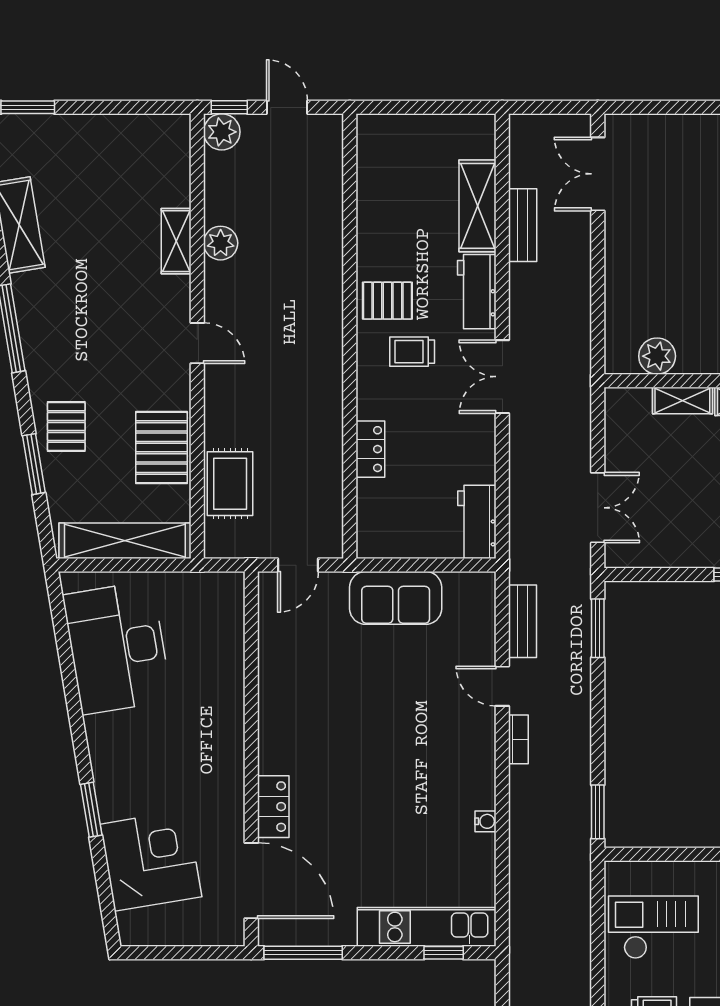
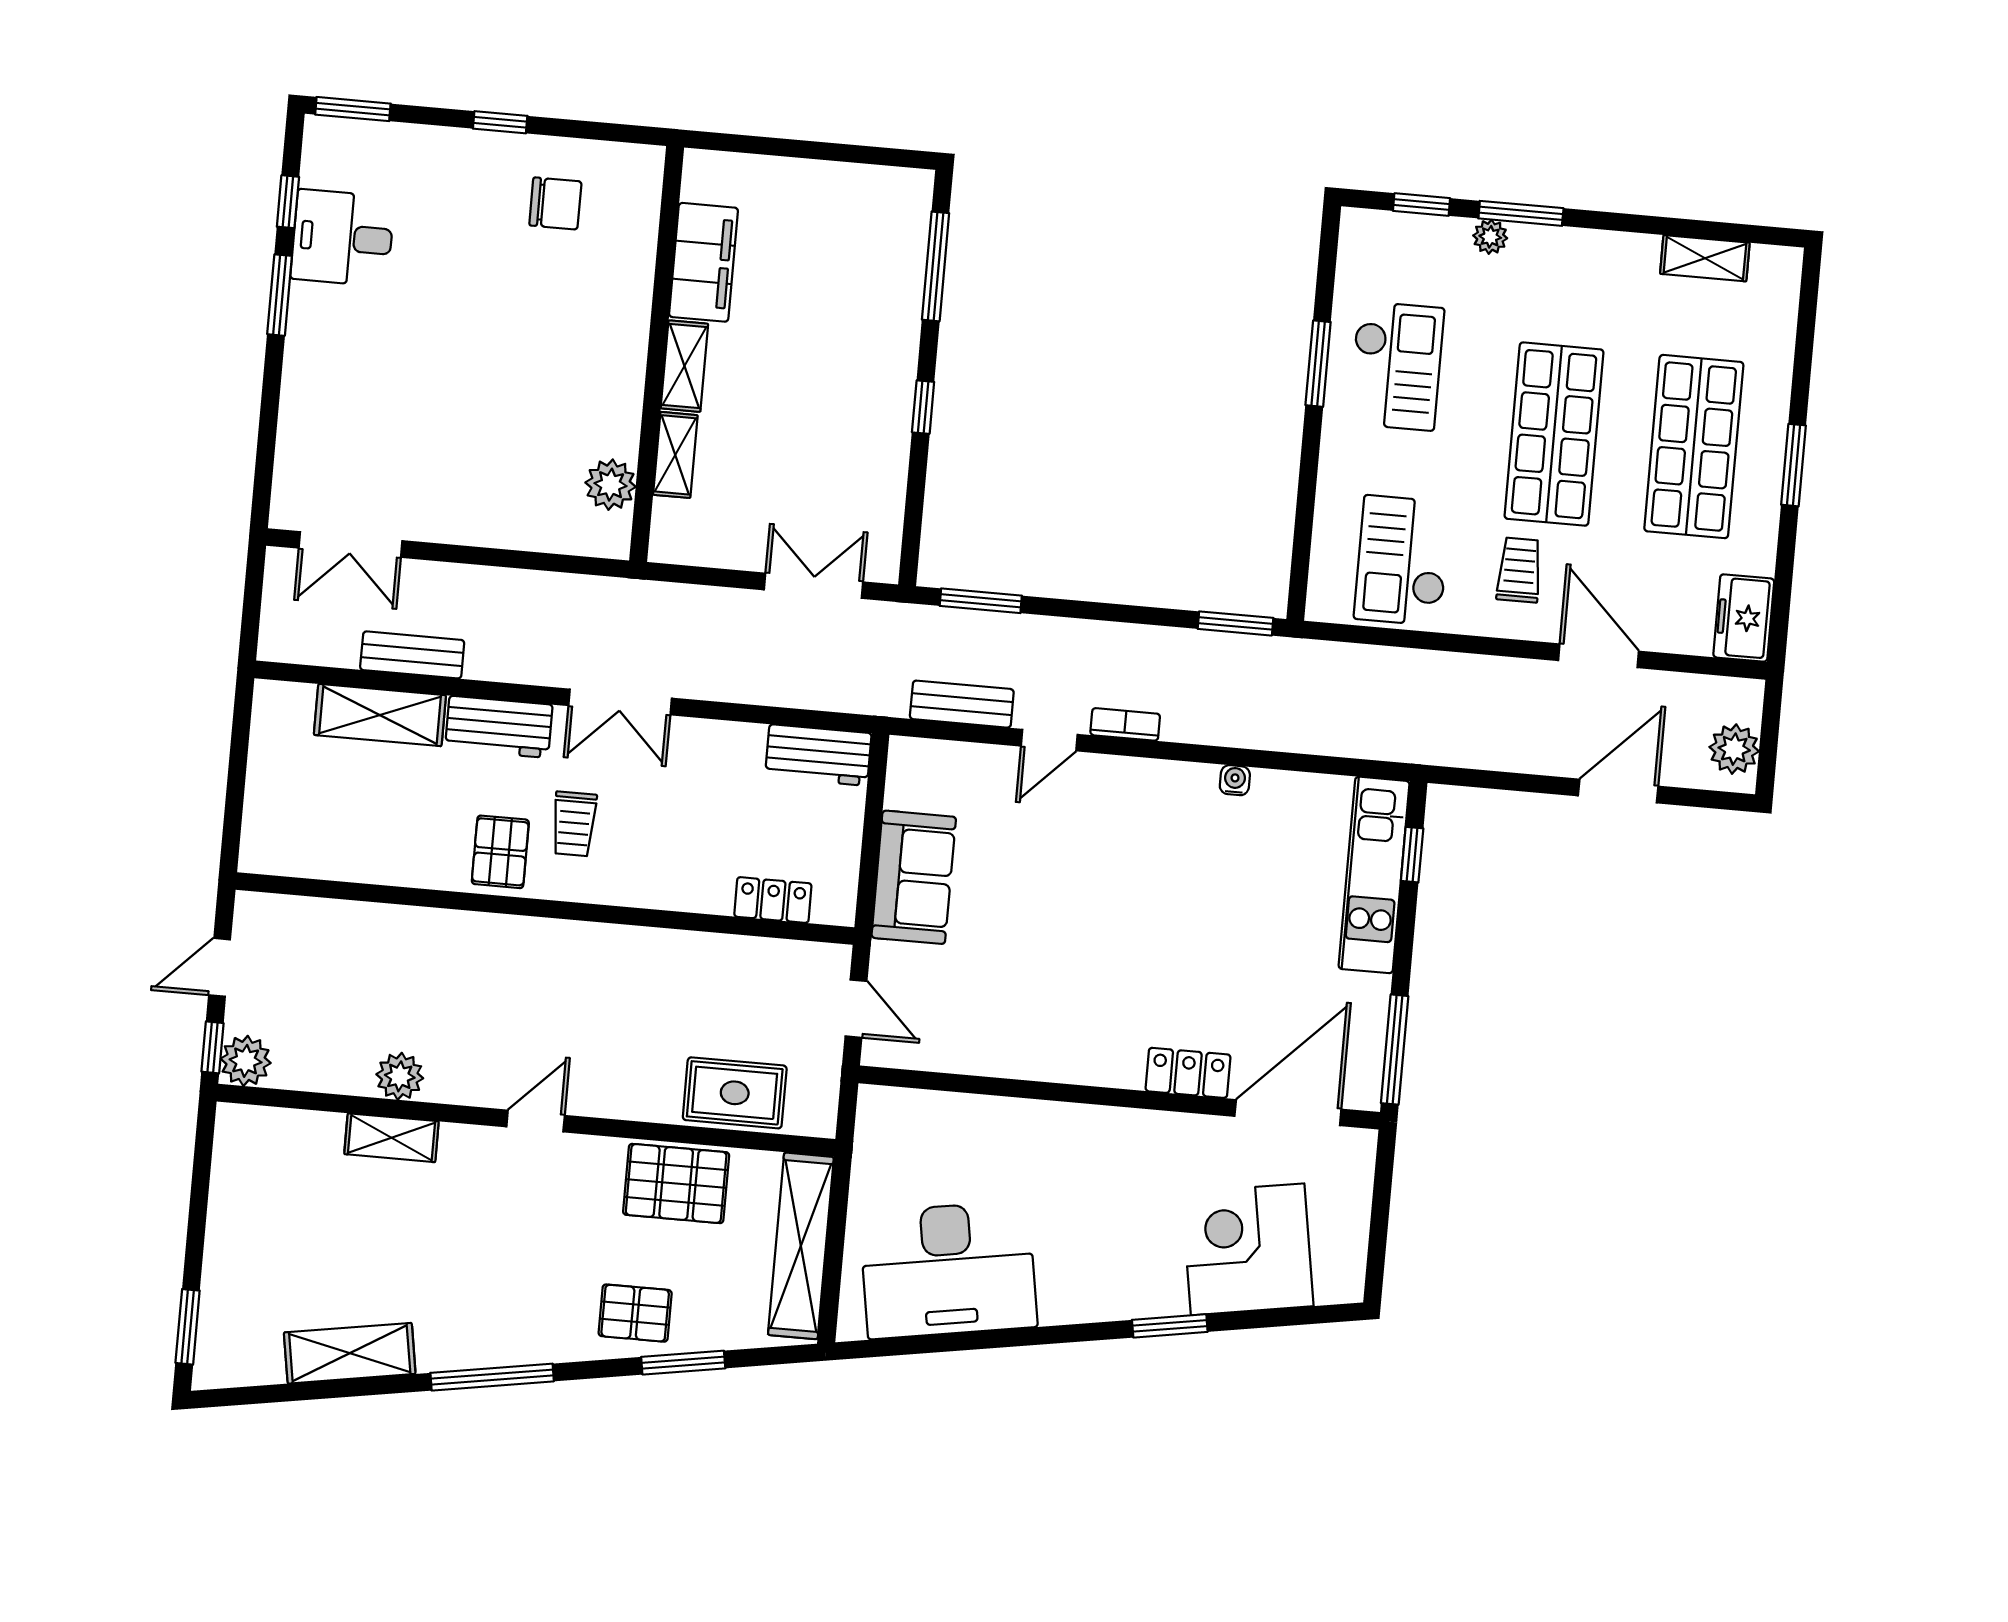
locker: (370, 449) -> (773, 900), moved

